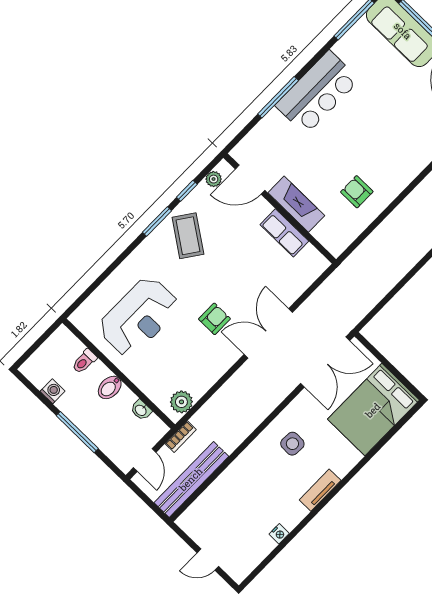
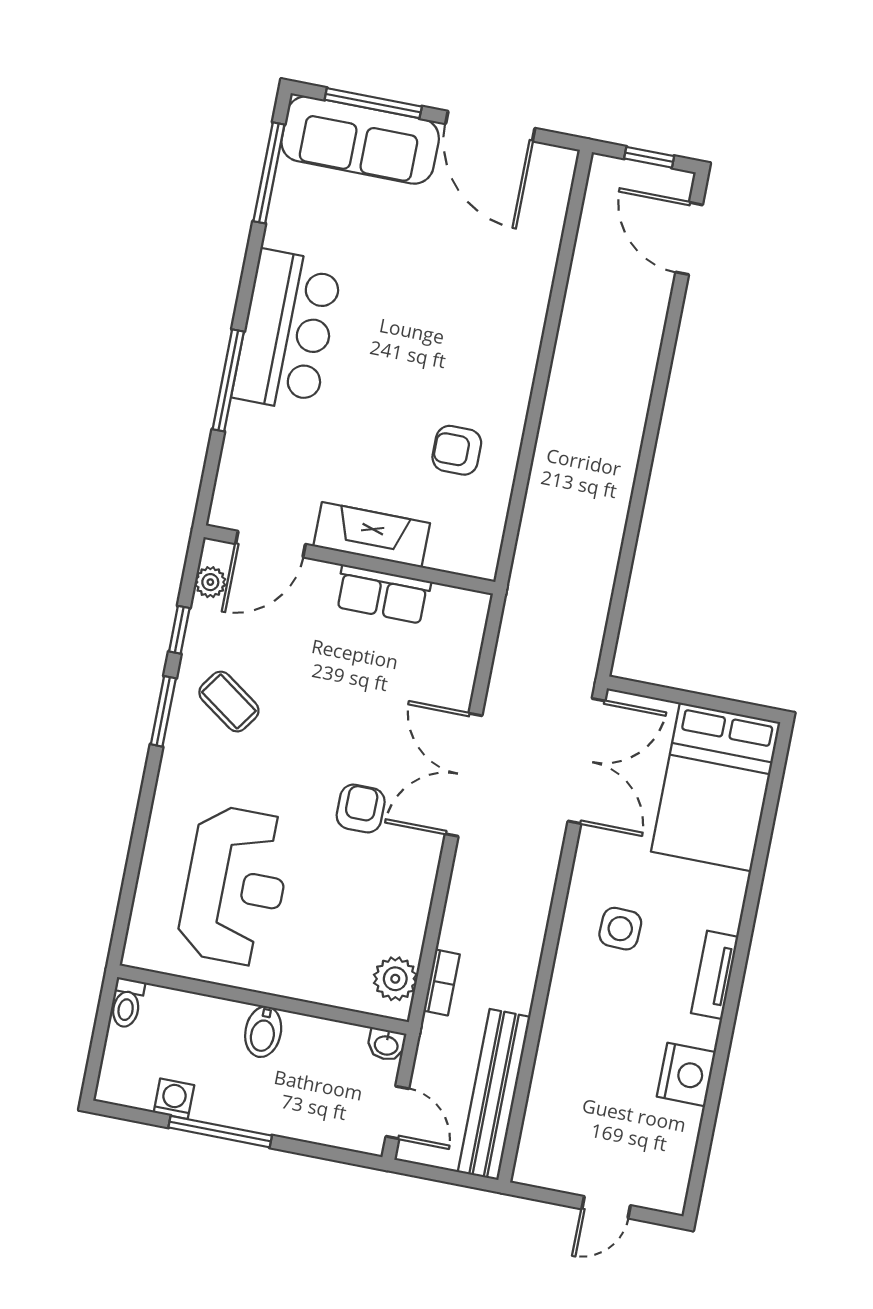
coffee table: (188, 236) -> (229, 702), width x0.73, depth x0.77
toilet: (84, 361) -> (127, 1003), moved
washbasin: (141, 410) -> (386, 1045), moved
window: (77, 432) -> (220, 1132), moved
bookcase: (181, 437) -> (442, 983), moved
nightstand: (279, 534) -> (686, 1074), width x1.89, depth x1.79

